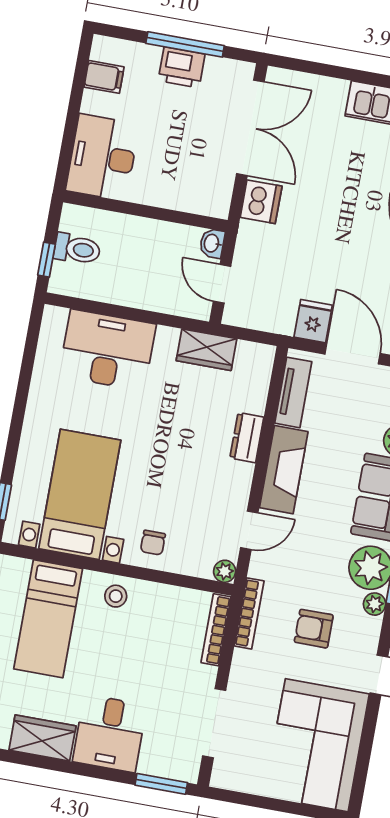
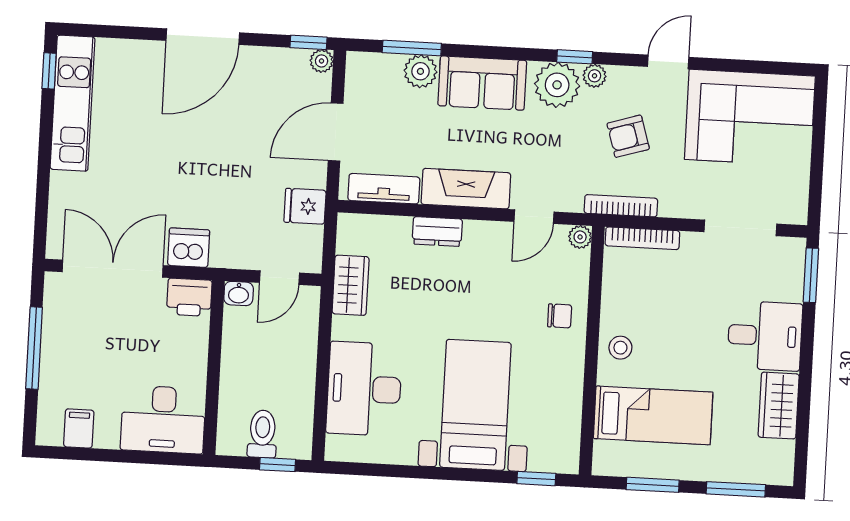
printer: (182, 67) -> (189, 297), moved, turned 90
fridge: (313, 321) -> (305, 206), moved
bed with nightstands: (80, 494) -> (475, 405), moved, turned 90
door: (249, 530) -> (534, 217), swing flipped
armchair: (314, 629) -> (628, 136), turned 73

